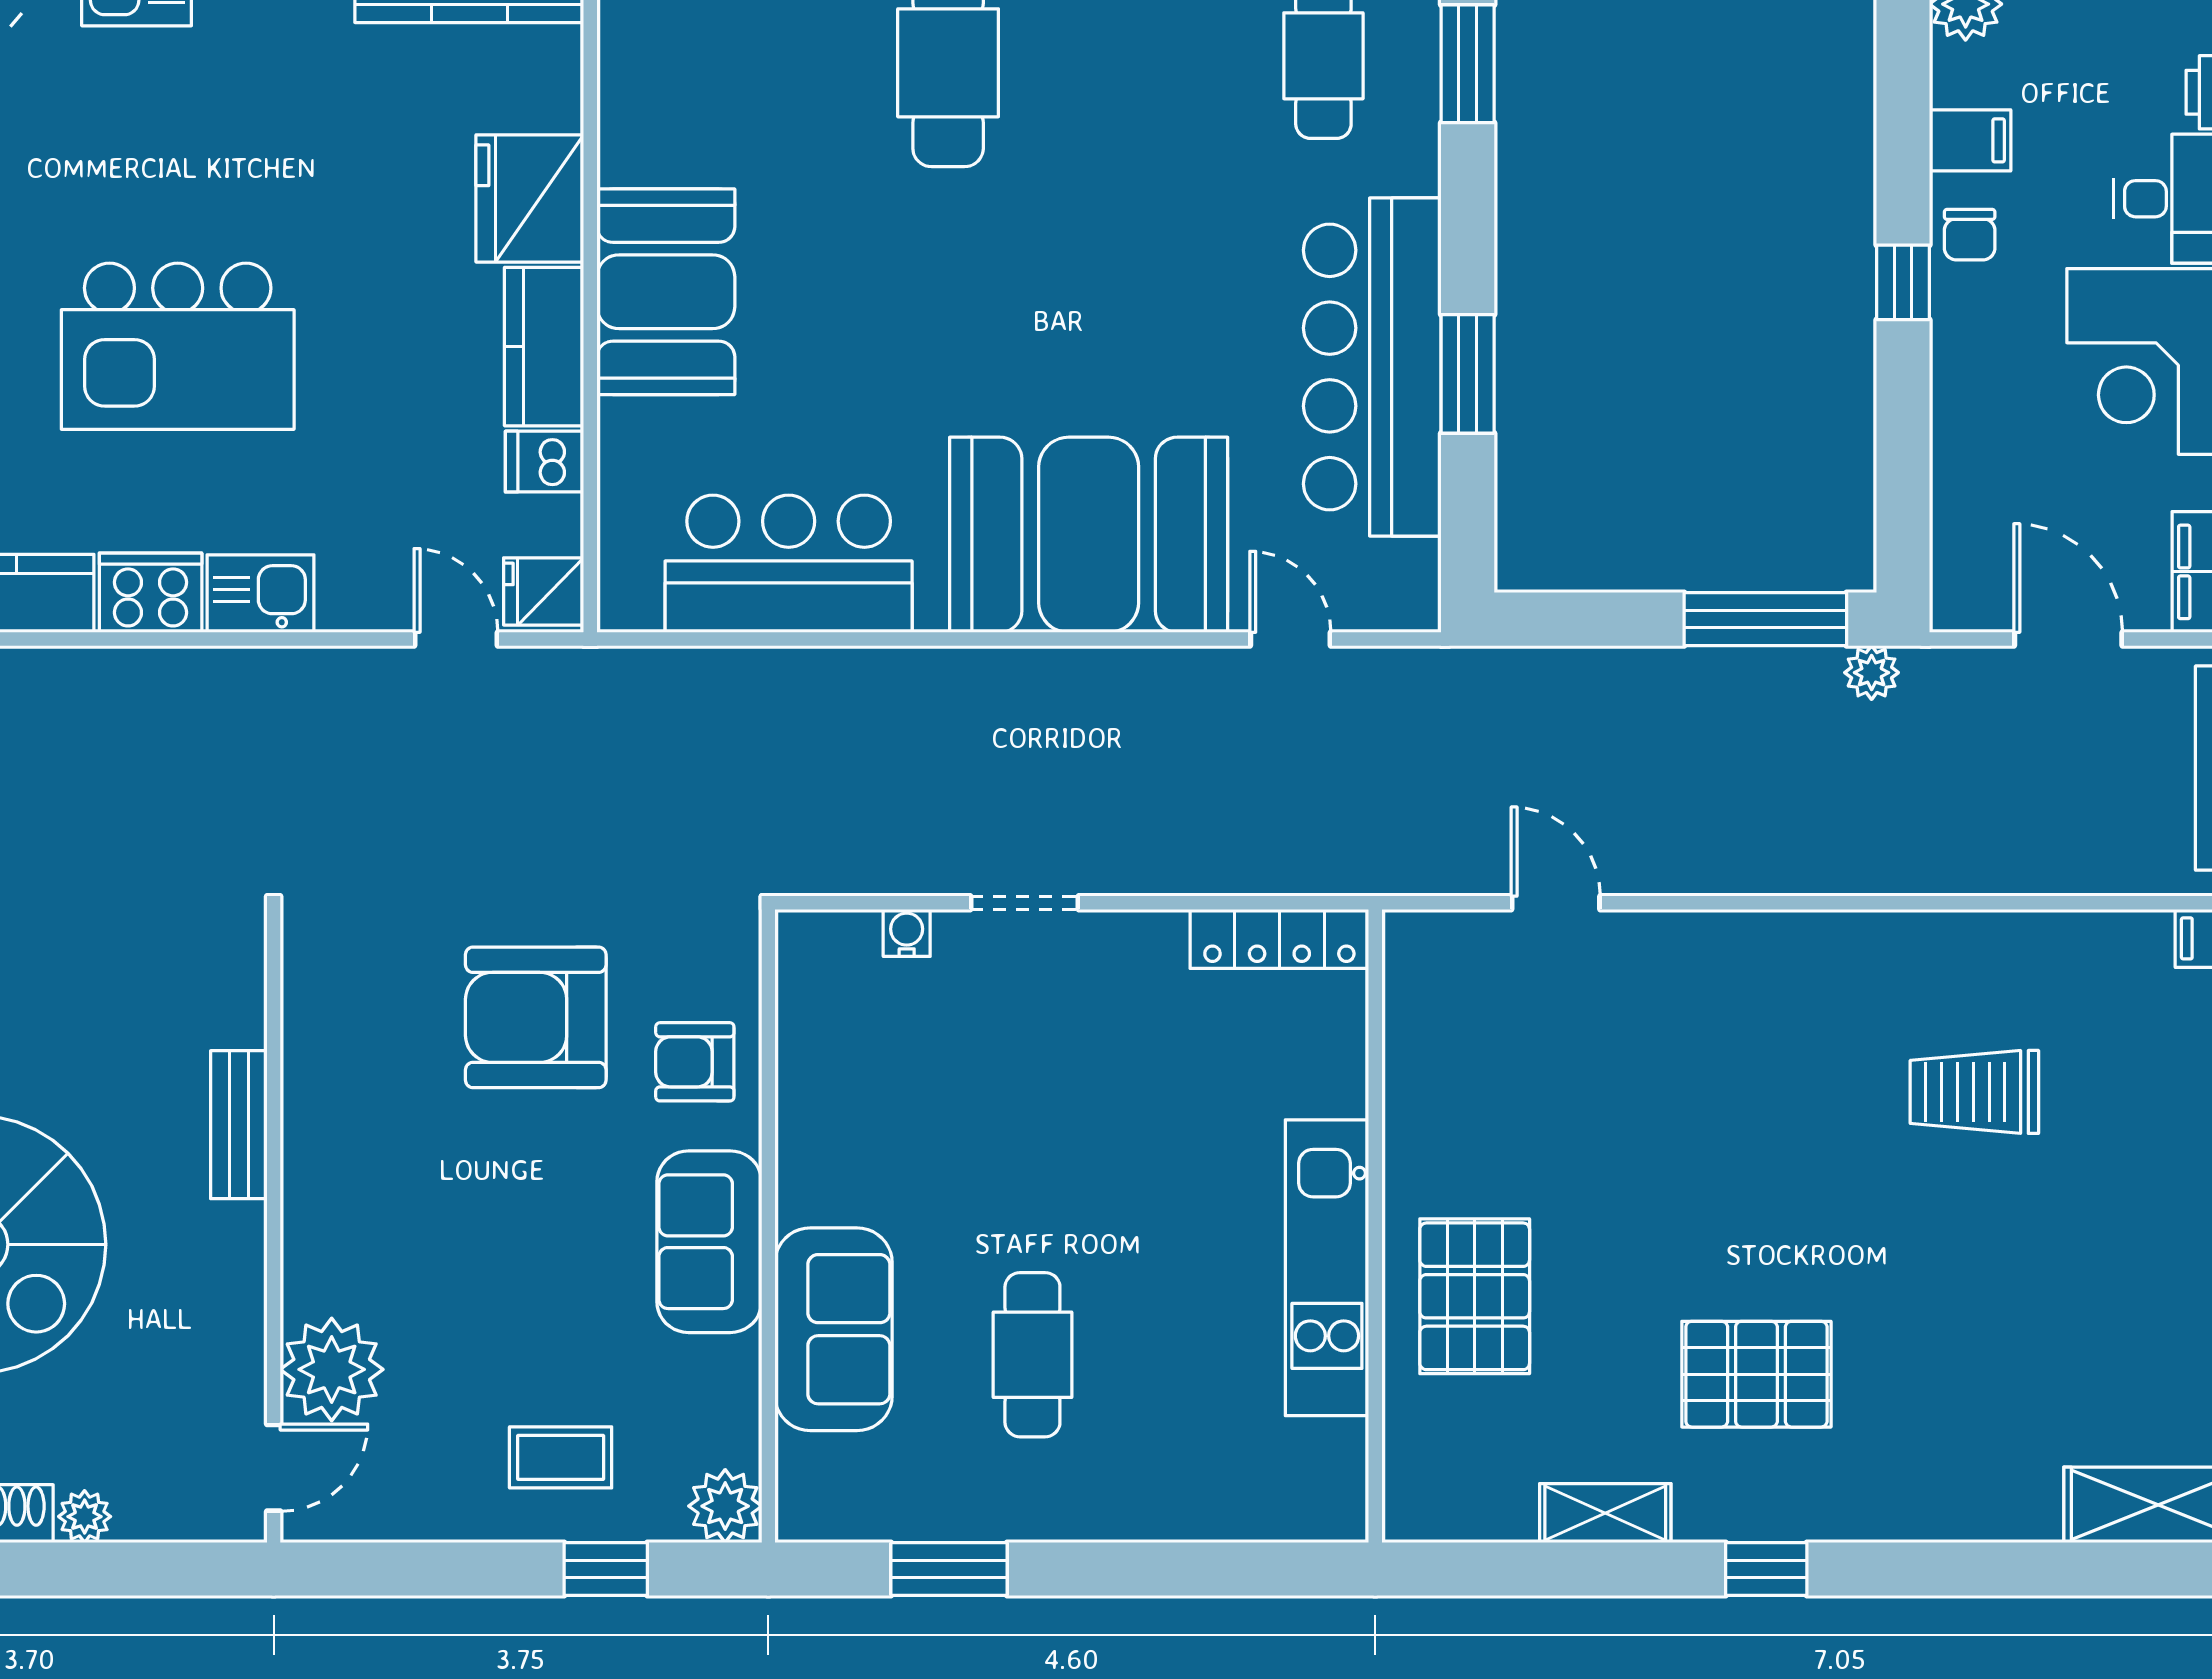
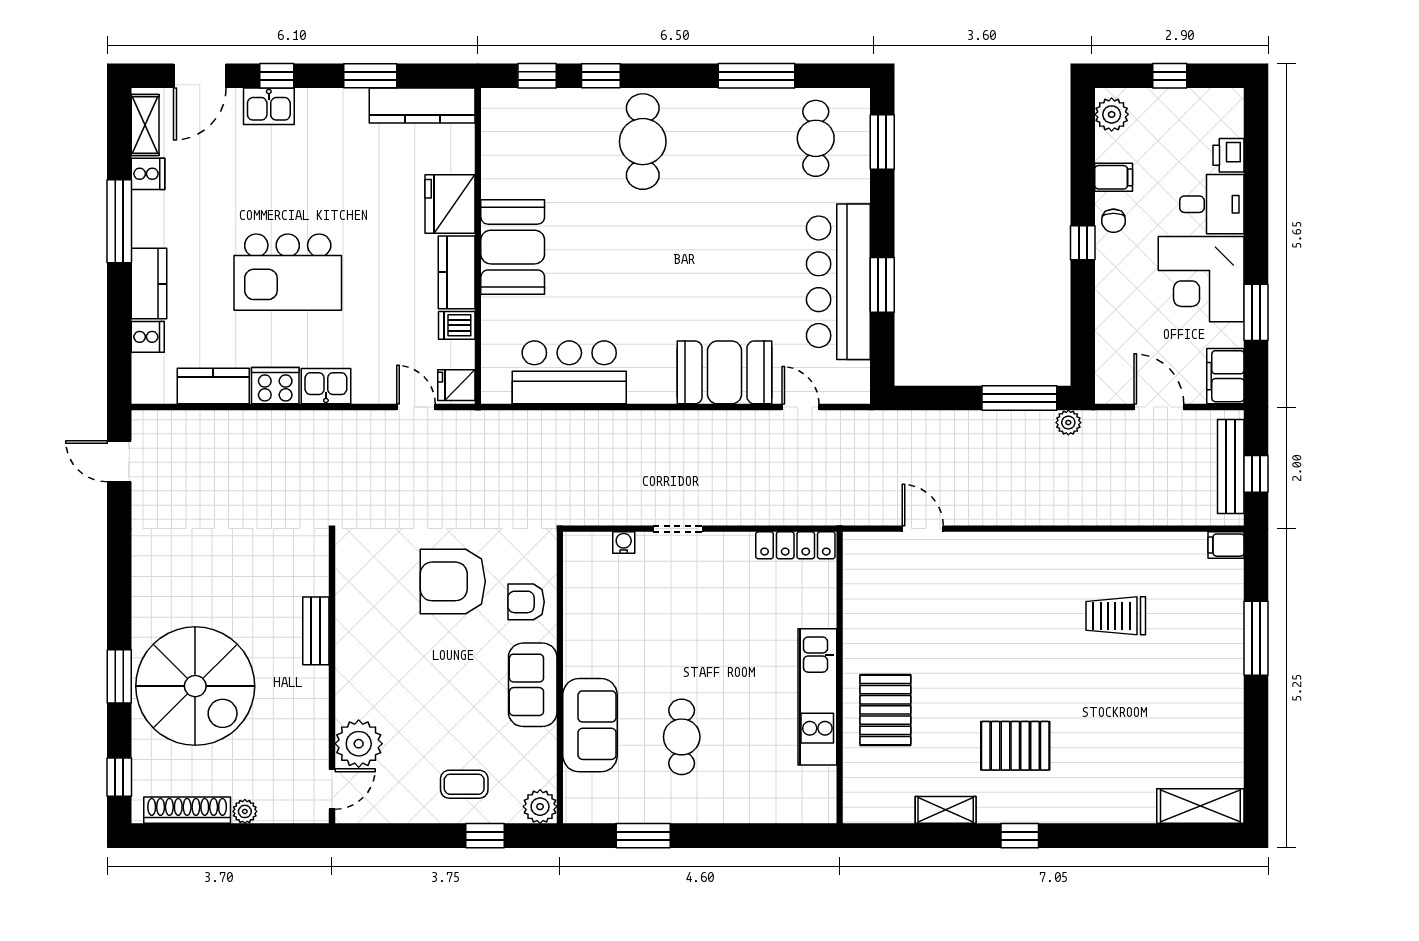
booth: (1089, 535) -> (725, 372), width x0.73, depth x0.70

